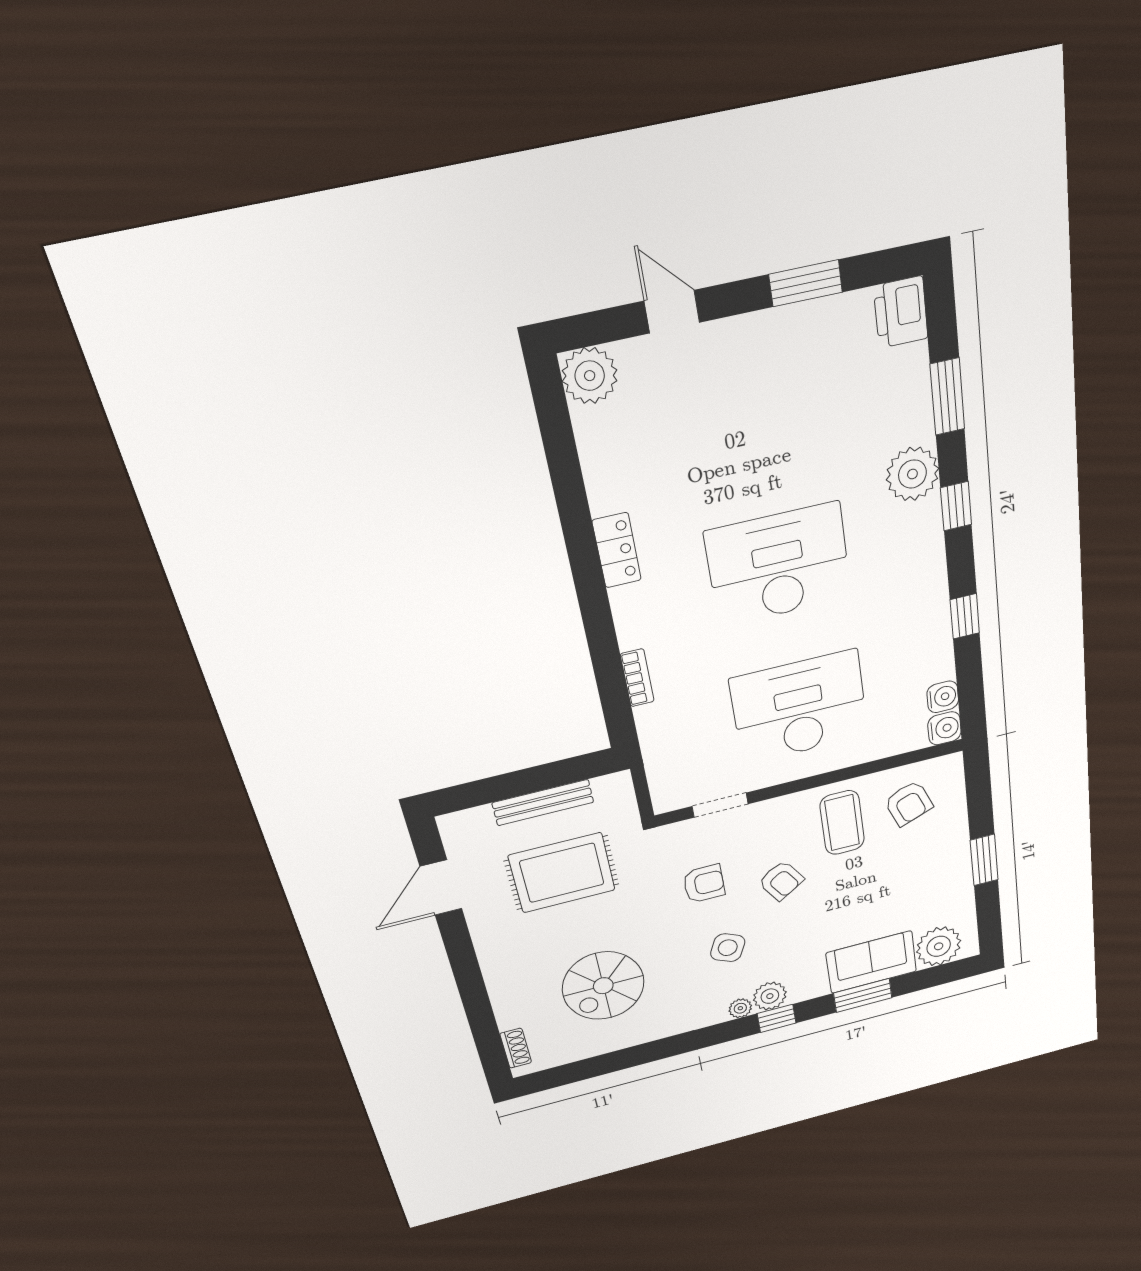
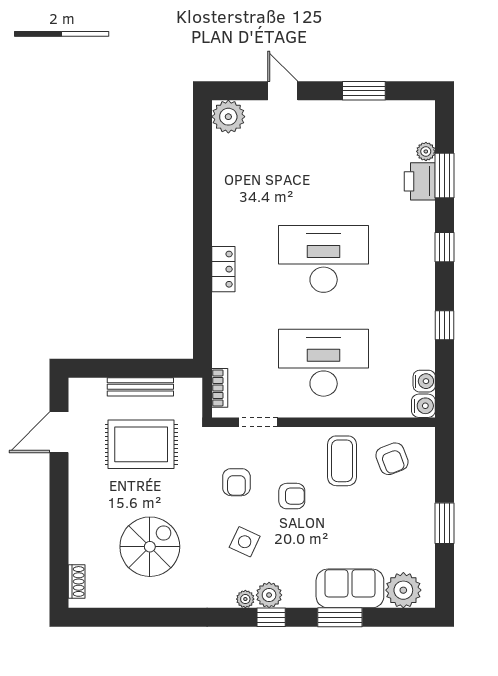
printer: (901, 312) -> (420, 181), moved
plant: (912, 474) -> (426, 151), moved, width x0.53, depth x0.53
locker: (617, 550) -> (223, 269), moved
bookcase: (637, 678) -> (220, 388), moved
armchair: (781, 881) -> (292, 496), turned -57
armchair: (704, 884) -> (236, 482), turned 90
spiral stairs: (603, 986) -> (150, 547), turned 180

